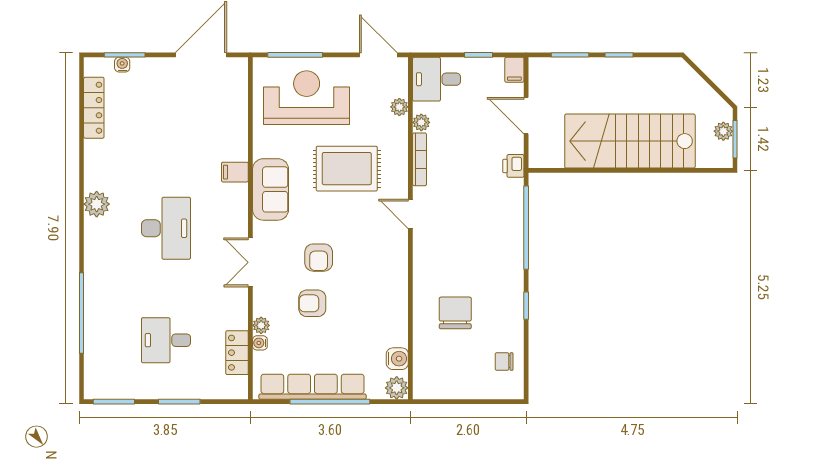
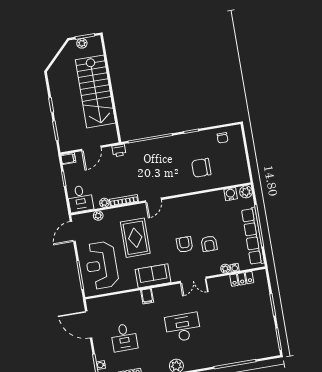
armchair: (319, 258) -> (185, 245), turned -90
desk: (166, 340) -> (124, 337), moved

